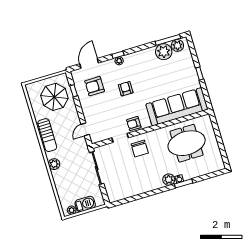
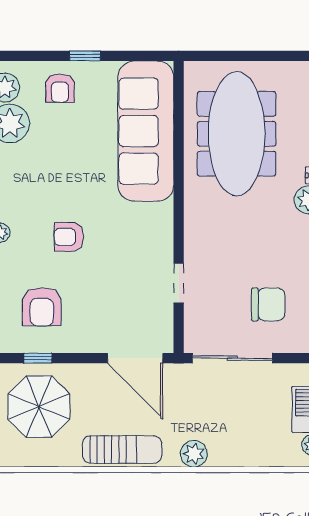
armchair: (134, 124) -> (60, 88), moved
door: (85, 129) -> (135, 358), width x1.88
meeting table: (187, 143) -> (237, 134), width x1.36
chair: (140, 148) -> (268, 304), moved

